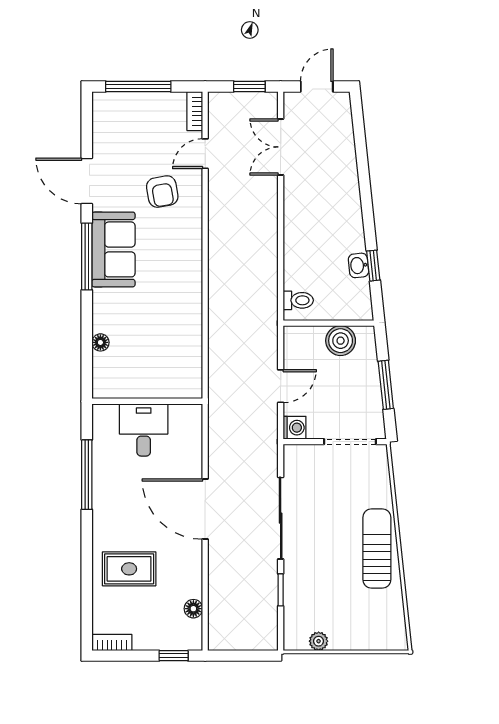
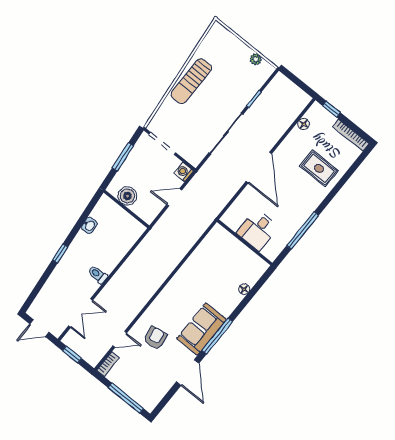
window: (373, 266) -> (60, 253), moved
toilet: (298, 300) -> (98, 275), moved
bookcase: (112, 643) -> (351, 135), width x1.56

